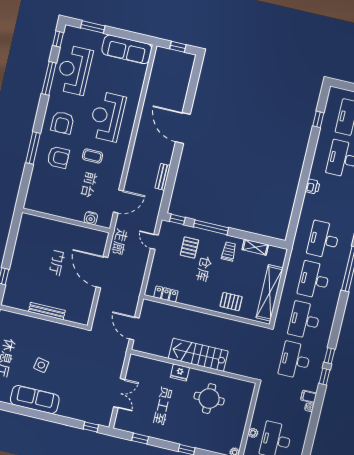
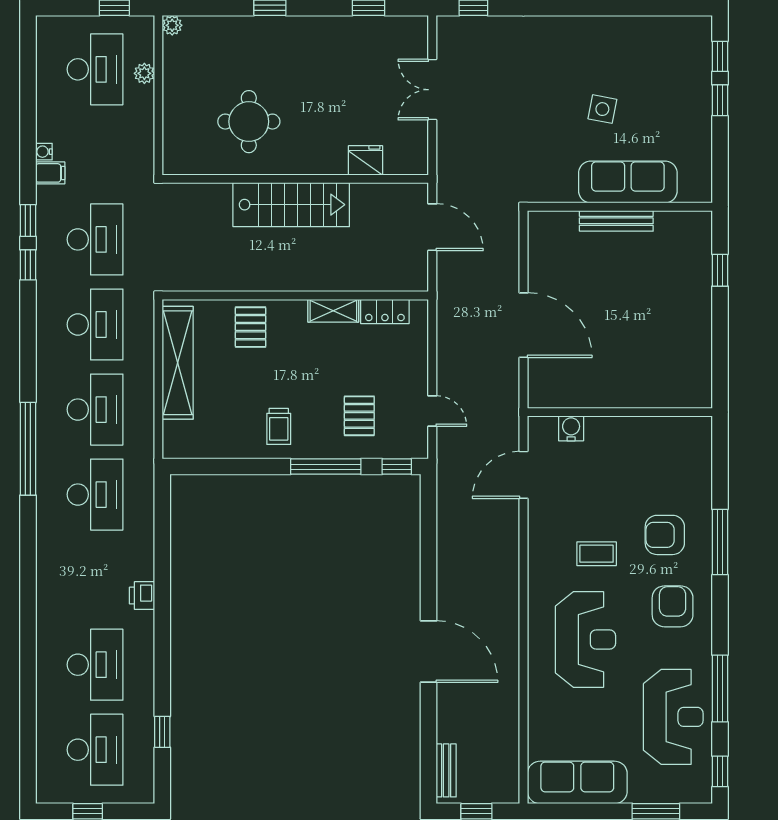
bench: (163, 177) -> (446, 770), moved
shelving: (255, 247) -> (333, 311), moved
pallet: (231, 302) -> (251, 327), turned 90
fridge: (180, 372) -> (366, 160), moved
sofa: (35, 400) -> (628, 182), moved, turned 180

